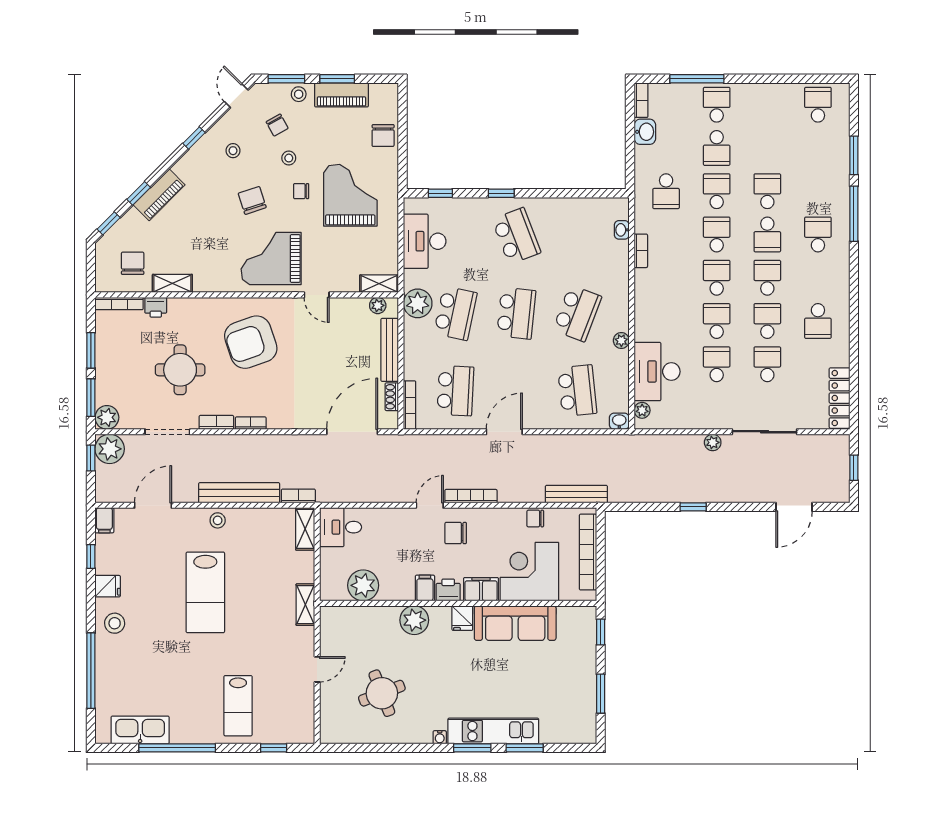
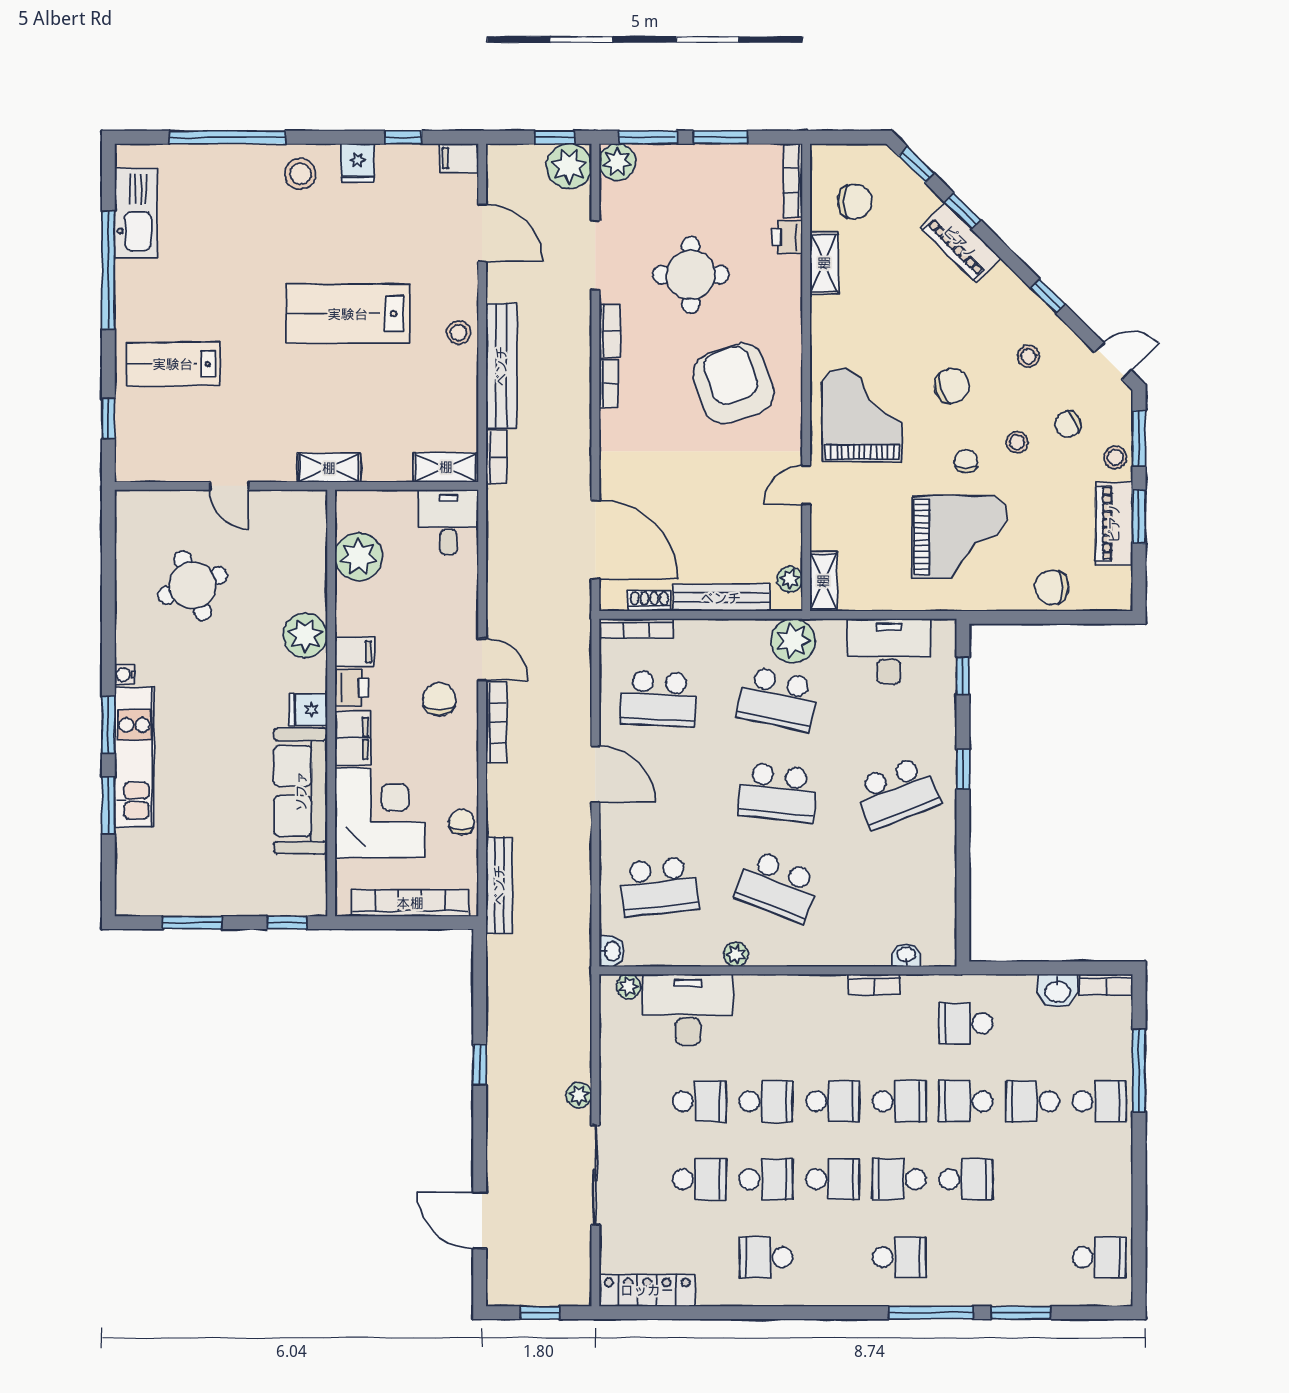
school desk: (717, 191) -> (966, 1101), turned 180

